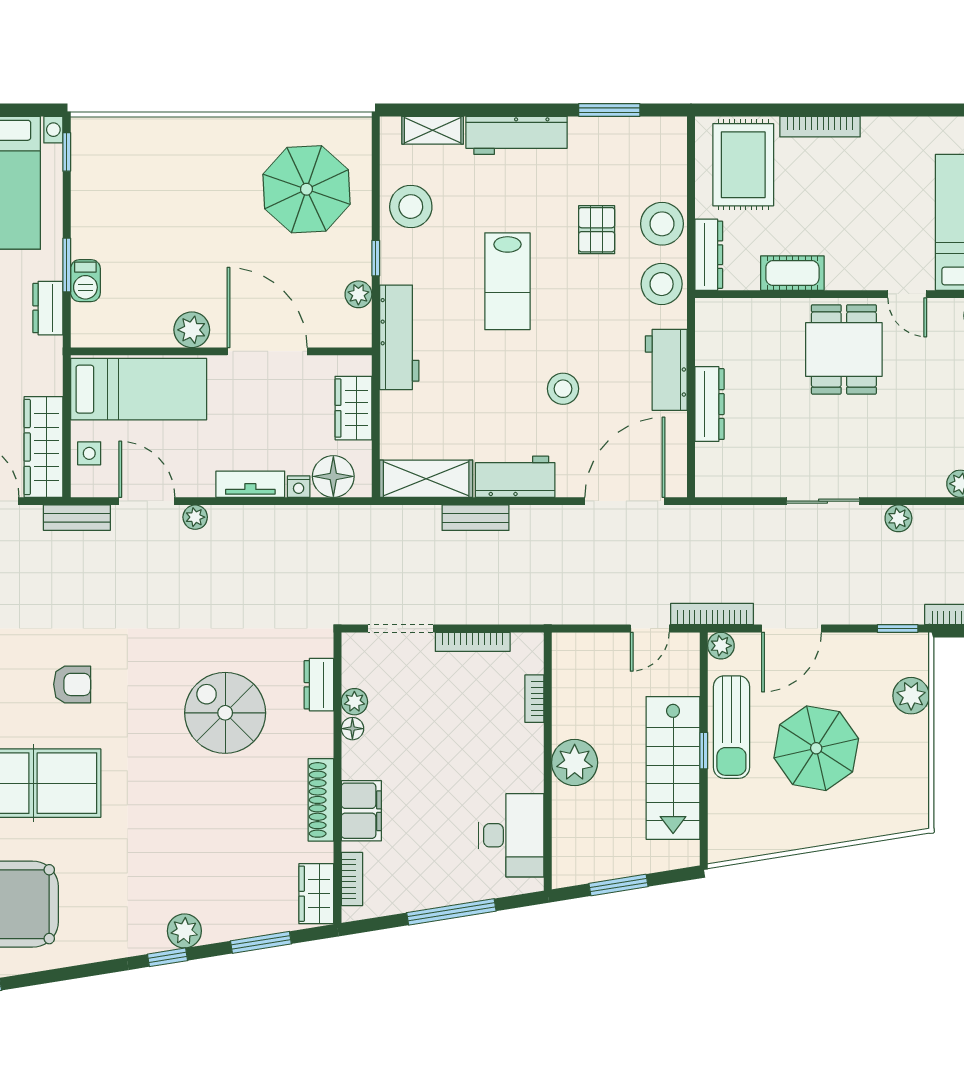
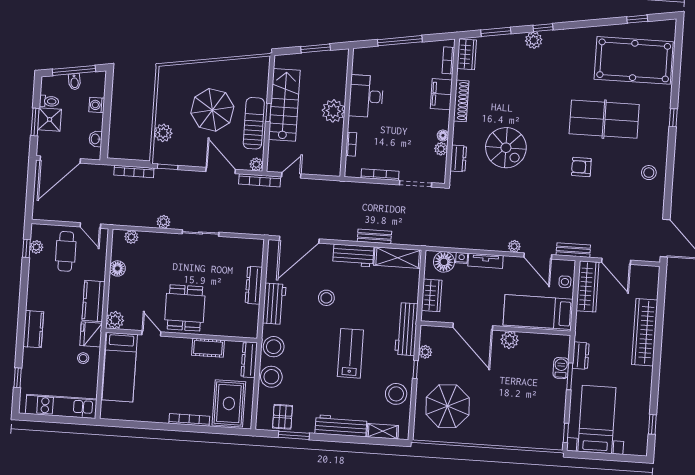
pallet: (597, 230) -> (283, 417), moved
door: (791, 629) -> (221, 170), hinge flipped
desk: (511, 835) -> (366, 96), moved

